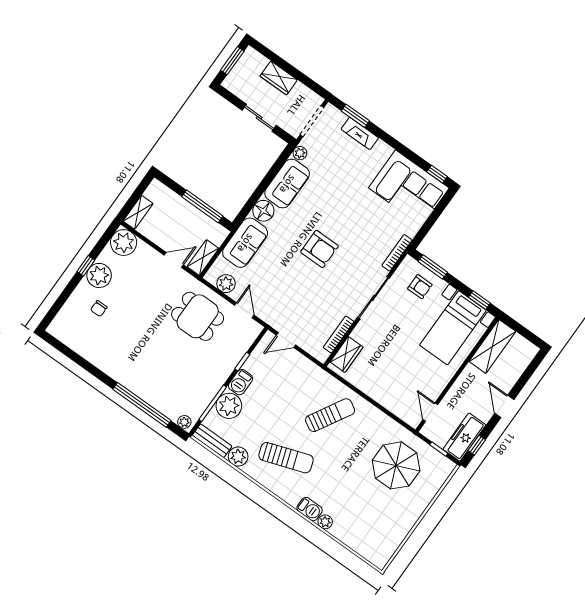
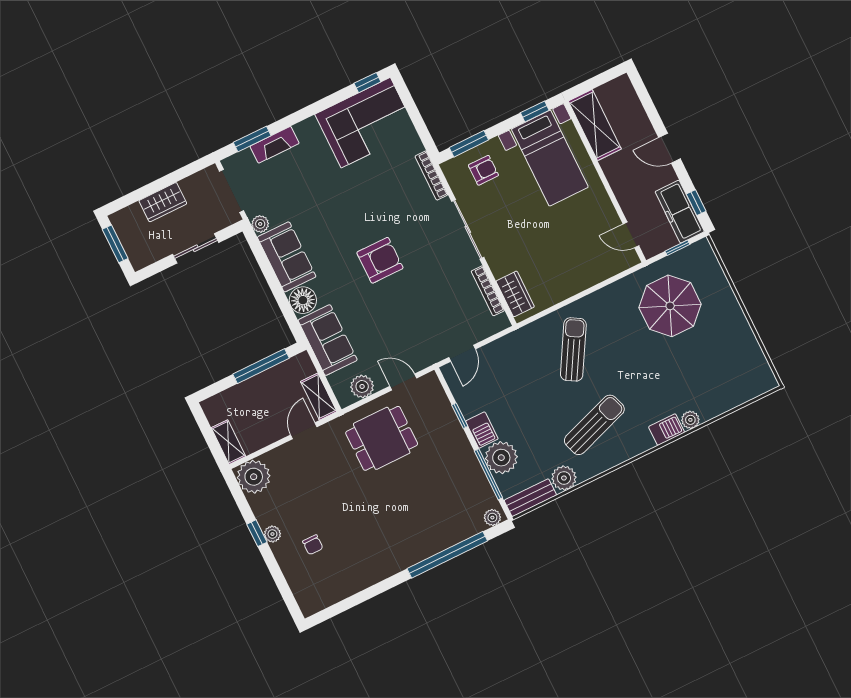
plant: (99, 275) -> (272, 534), width x0.53, depth x0.53

